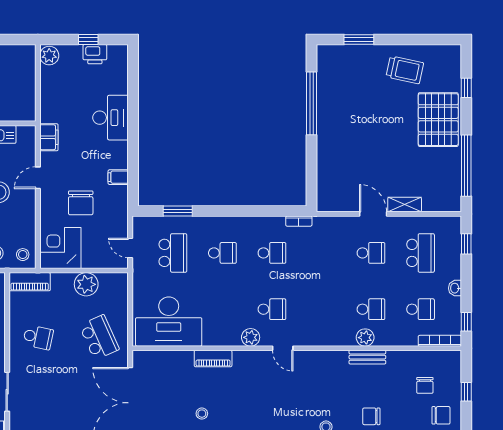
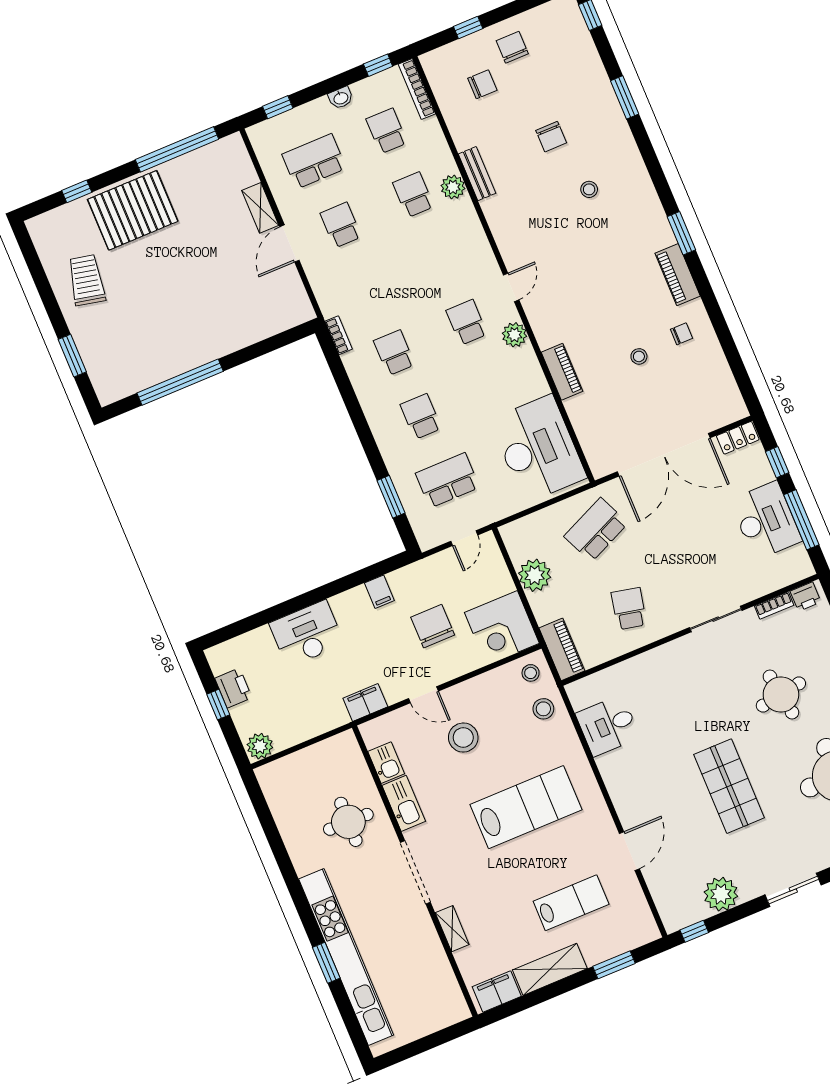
chair: (81, 203) -> (433, 626), turned -90

